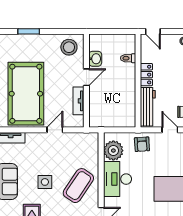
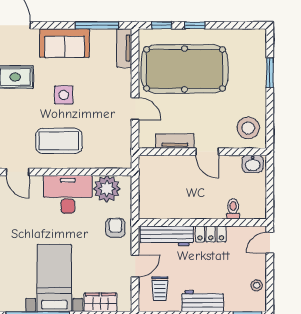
washbasin: (95, 59) -> (253, 164), moved
armchair: (142, 144) -> (115, 228), turned 94
coffee table: (78, 186) -> (59, 141), turned -34

